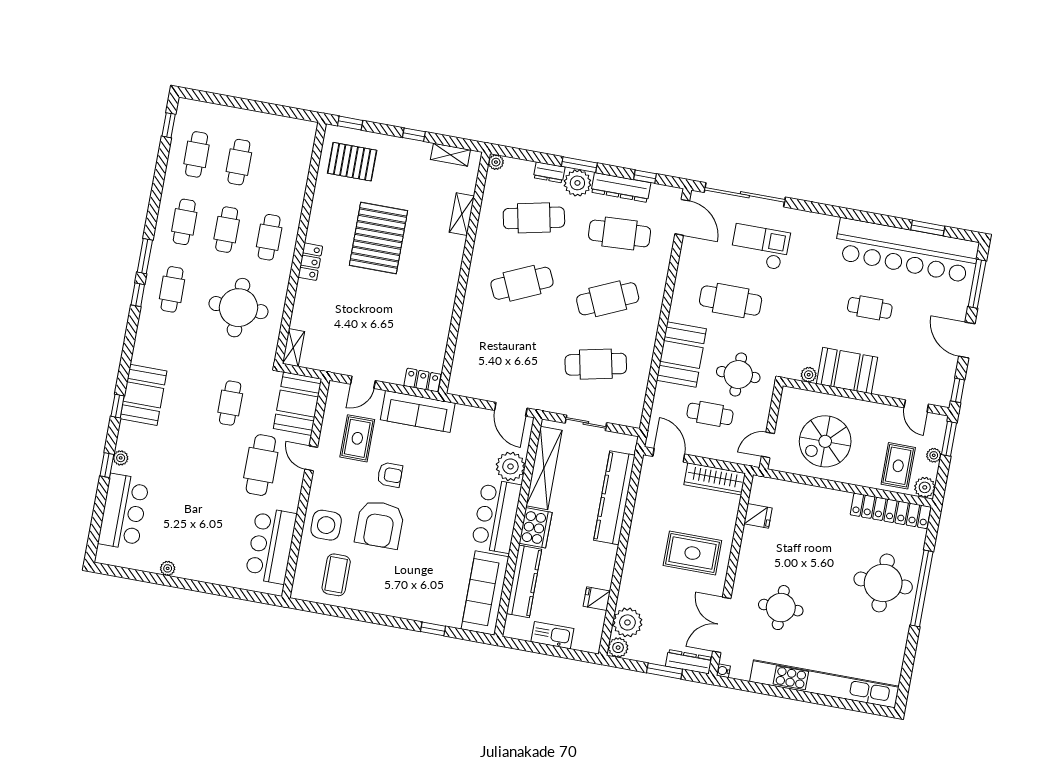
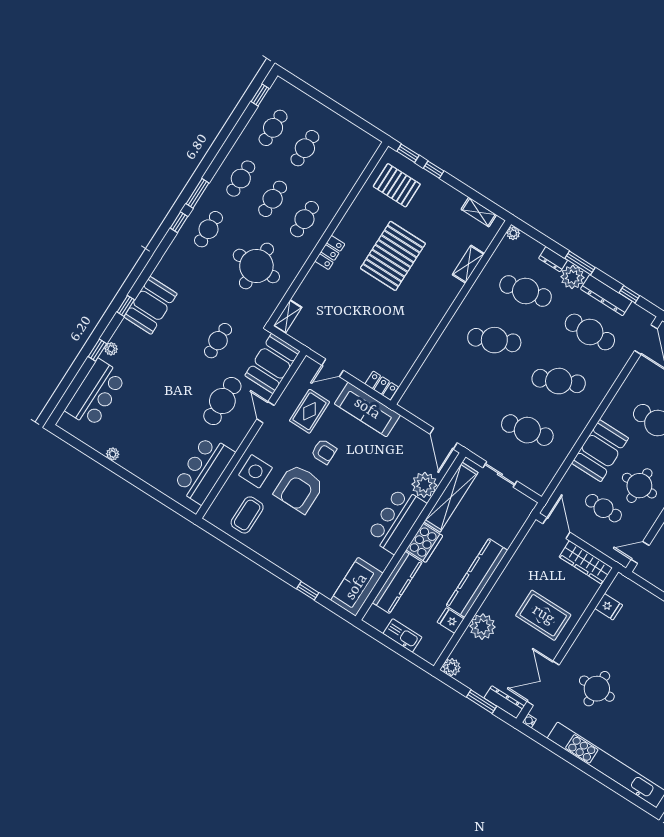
window: (414, 135) -> (434, 170), moved
kitchen counter: (614, 498) -> (477, 578), moved
sofa: (485, 593) -> (357, 587), width x0.73
plant: (627, 622) -> (482, 627), moved

